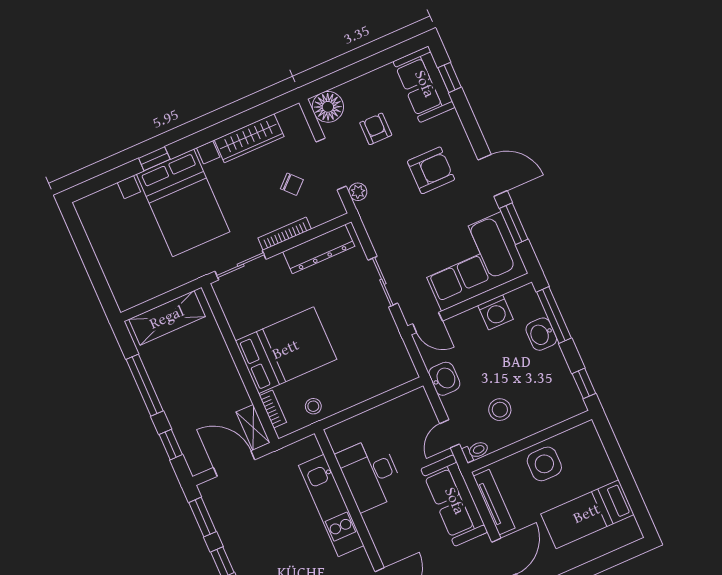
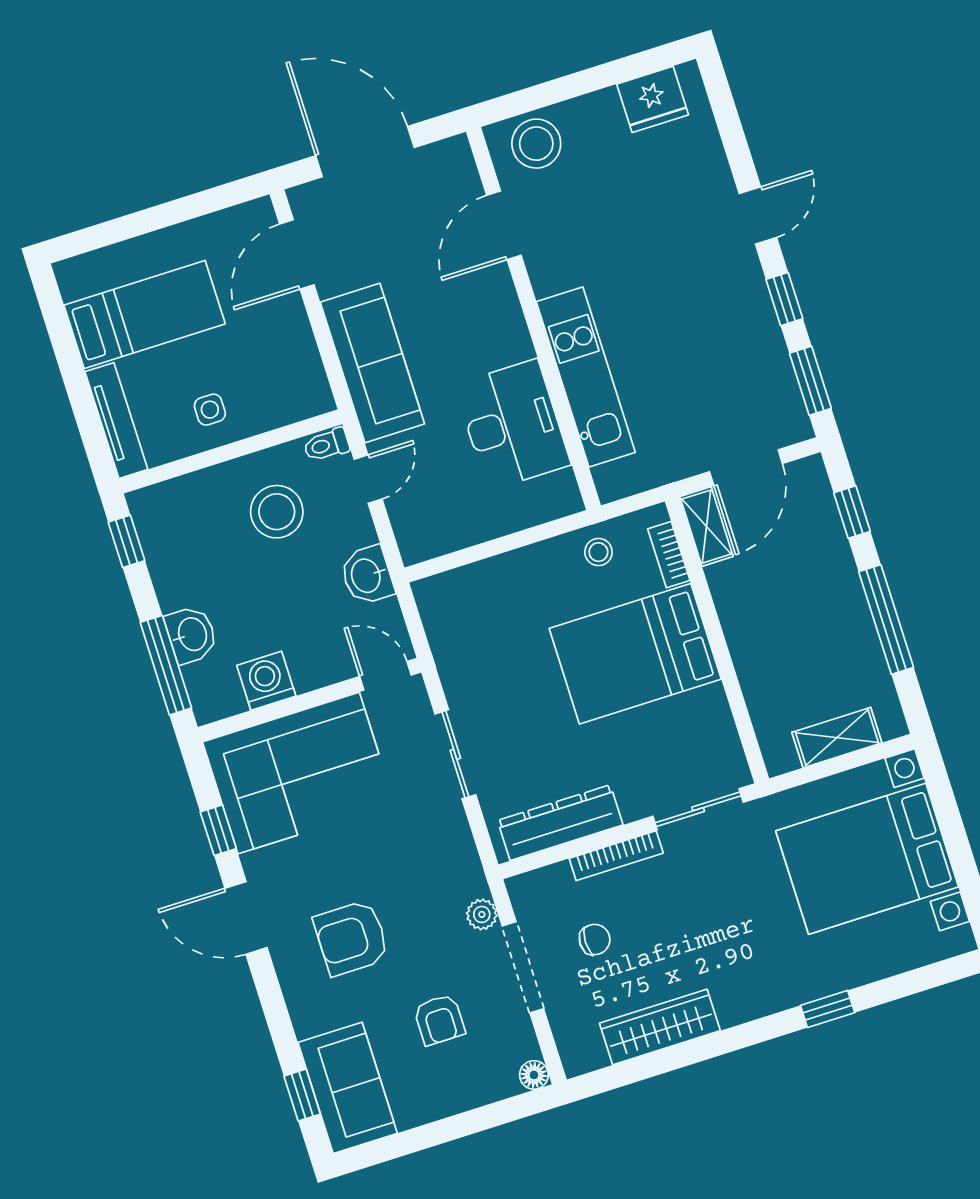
floor lamp: (328, 107) -> (534, 1075), width x0.53, depth x0.53
chair: (292, 184) -> (595, 939), turned 133
bed with nightstands: (183, 203) -> (867, 859), moved, turned -90
window: (514, 224) -> (218, 830), width x0.67
shelving: (167, 318) -> (837, 738), width x0.67, depth x0.75
stool: (500, 410) -> (277, 512), width x1.38, depth x1.38
door: (234, 464) -> (746, 468), hinge flipped
side table: (544, 464) -> (210, 410), width x0.54, depth x0.54
tv unit: (494, 502) -> (116, 421), moved, turned 180

